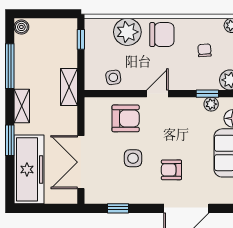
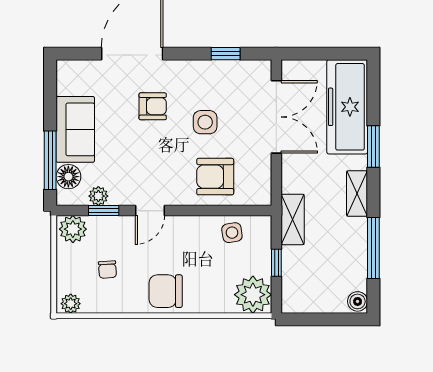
plant: (127, 32) -> (253, 295), moved
window: (81, 39) -> (276, 263), moved
door: (157, 94) -> (150, 211), moved

